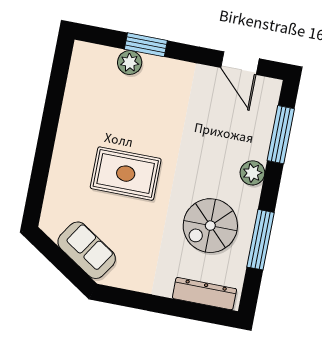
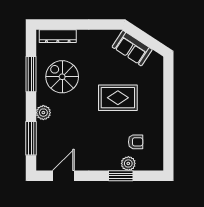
door: (240, 63) -> (63, 176), hinge flipped
armchair: (111, 96) -> (136, 142), added
spiral stairs: (210, 226) -> (62, 77), turned -90

